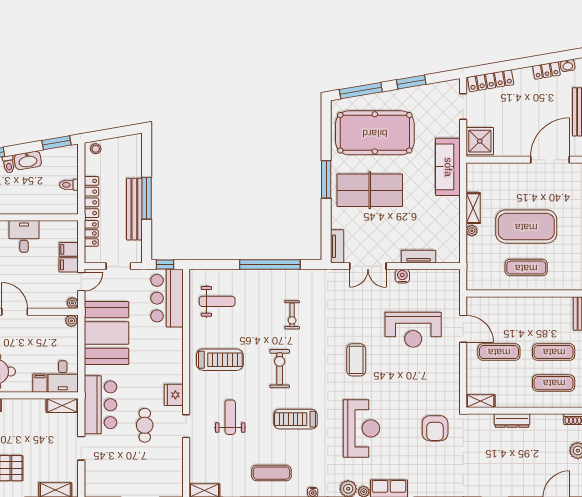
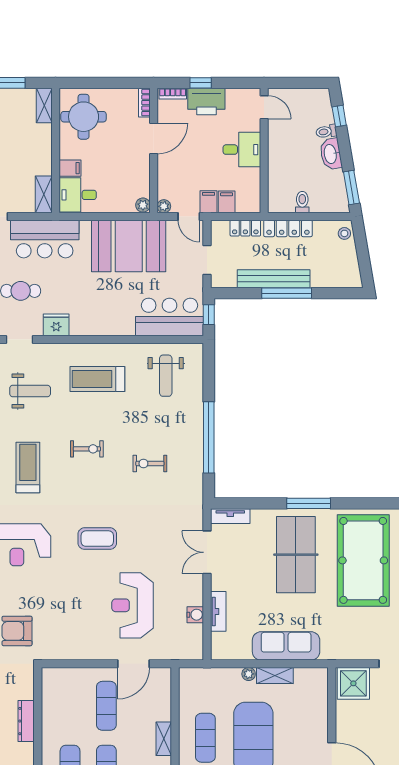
sofa: (448, 167) -> (286, 646), moved
water cooler: (402, 276) -> (195, 615), moved
treadmill: (220, 360) -> (97, 379), turned 90
exercise bike: (280, 369) -> (87, 449), width x0.73, depth x0.72
shelving: (481, 401) -> (164, 739), moved

